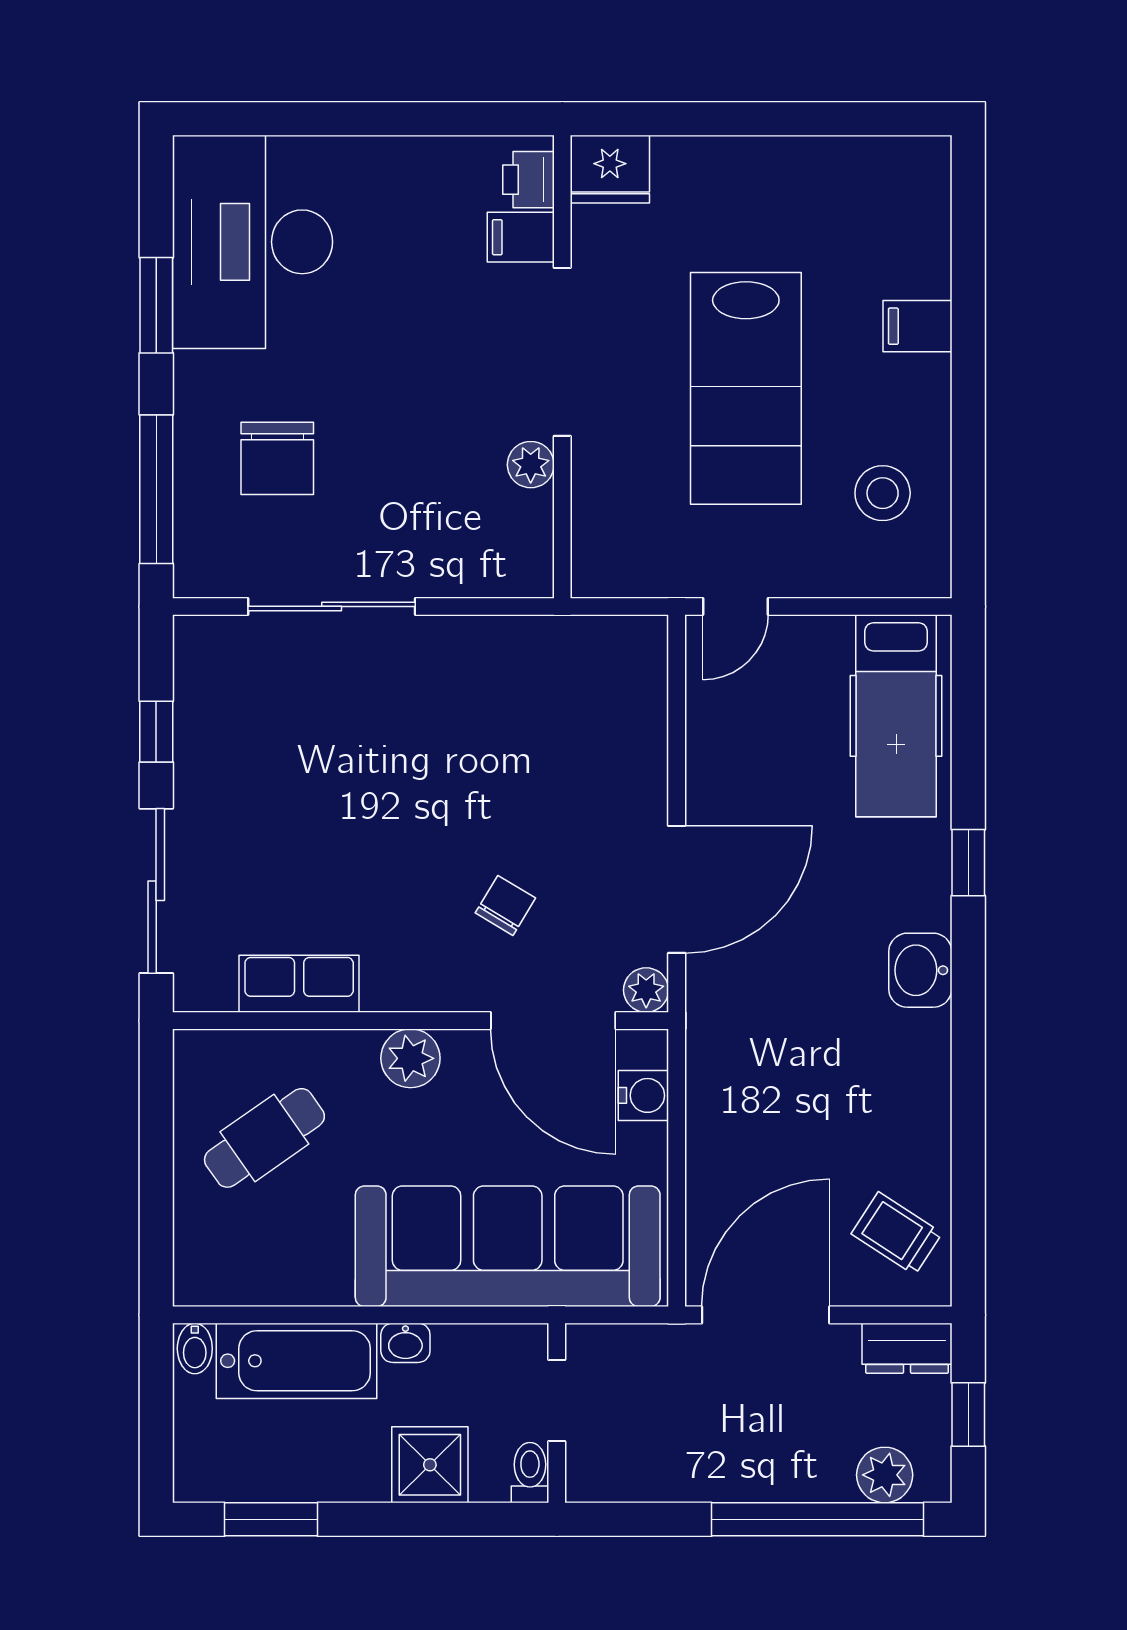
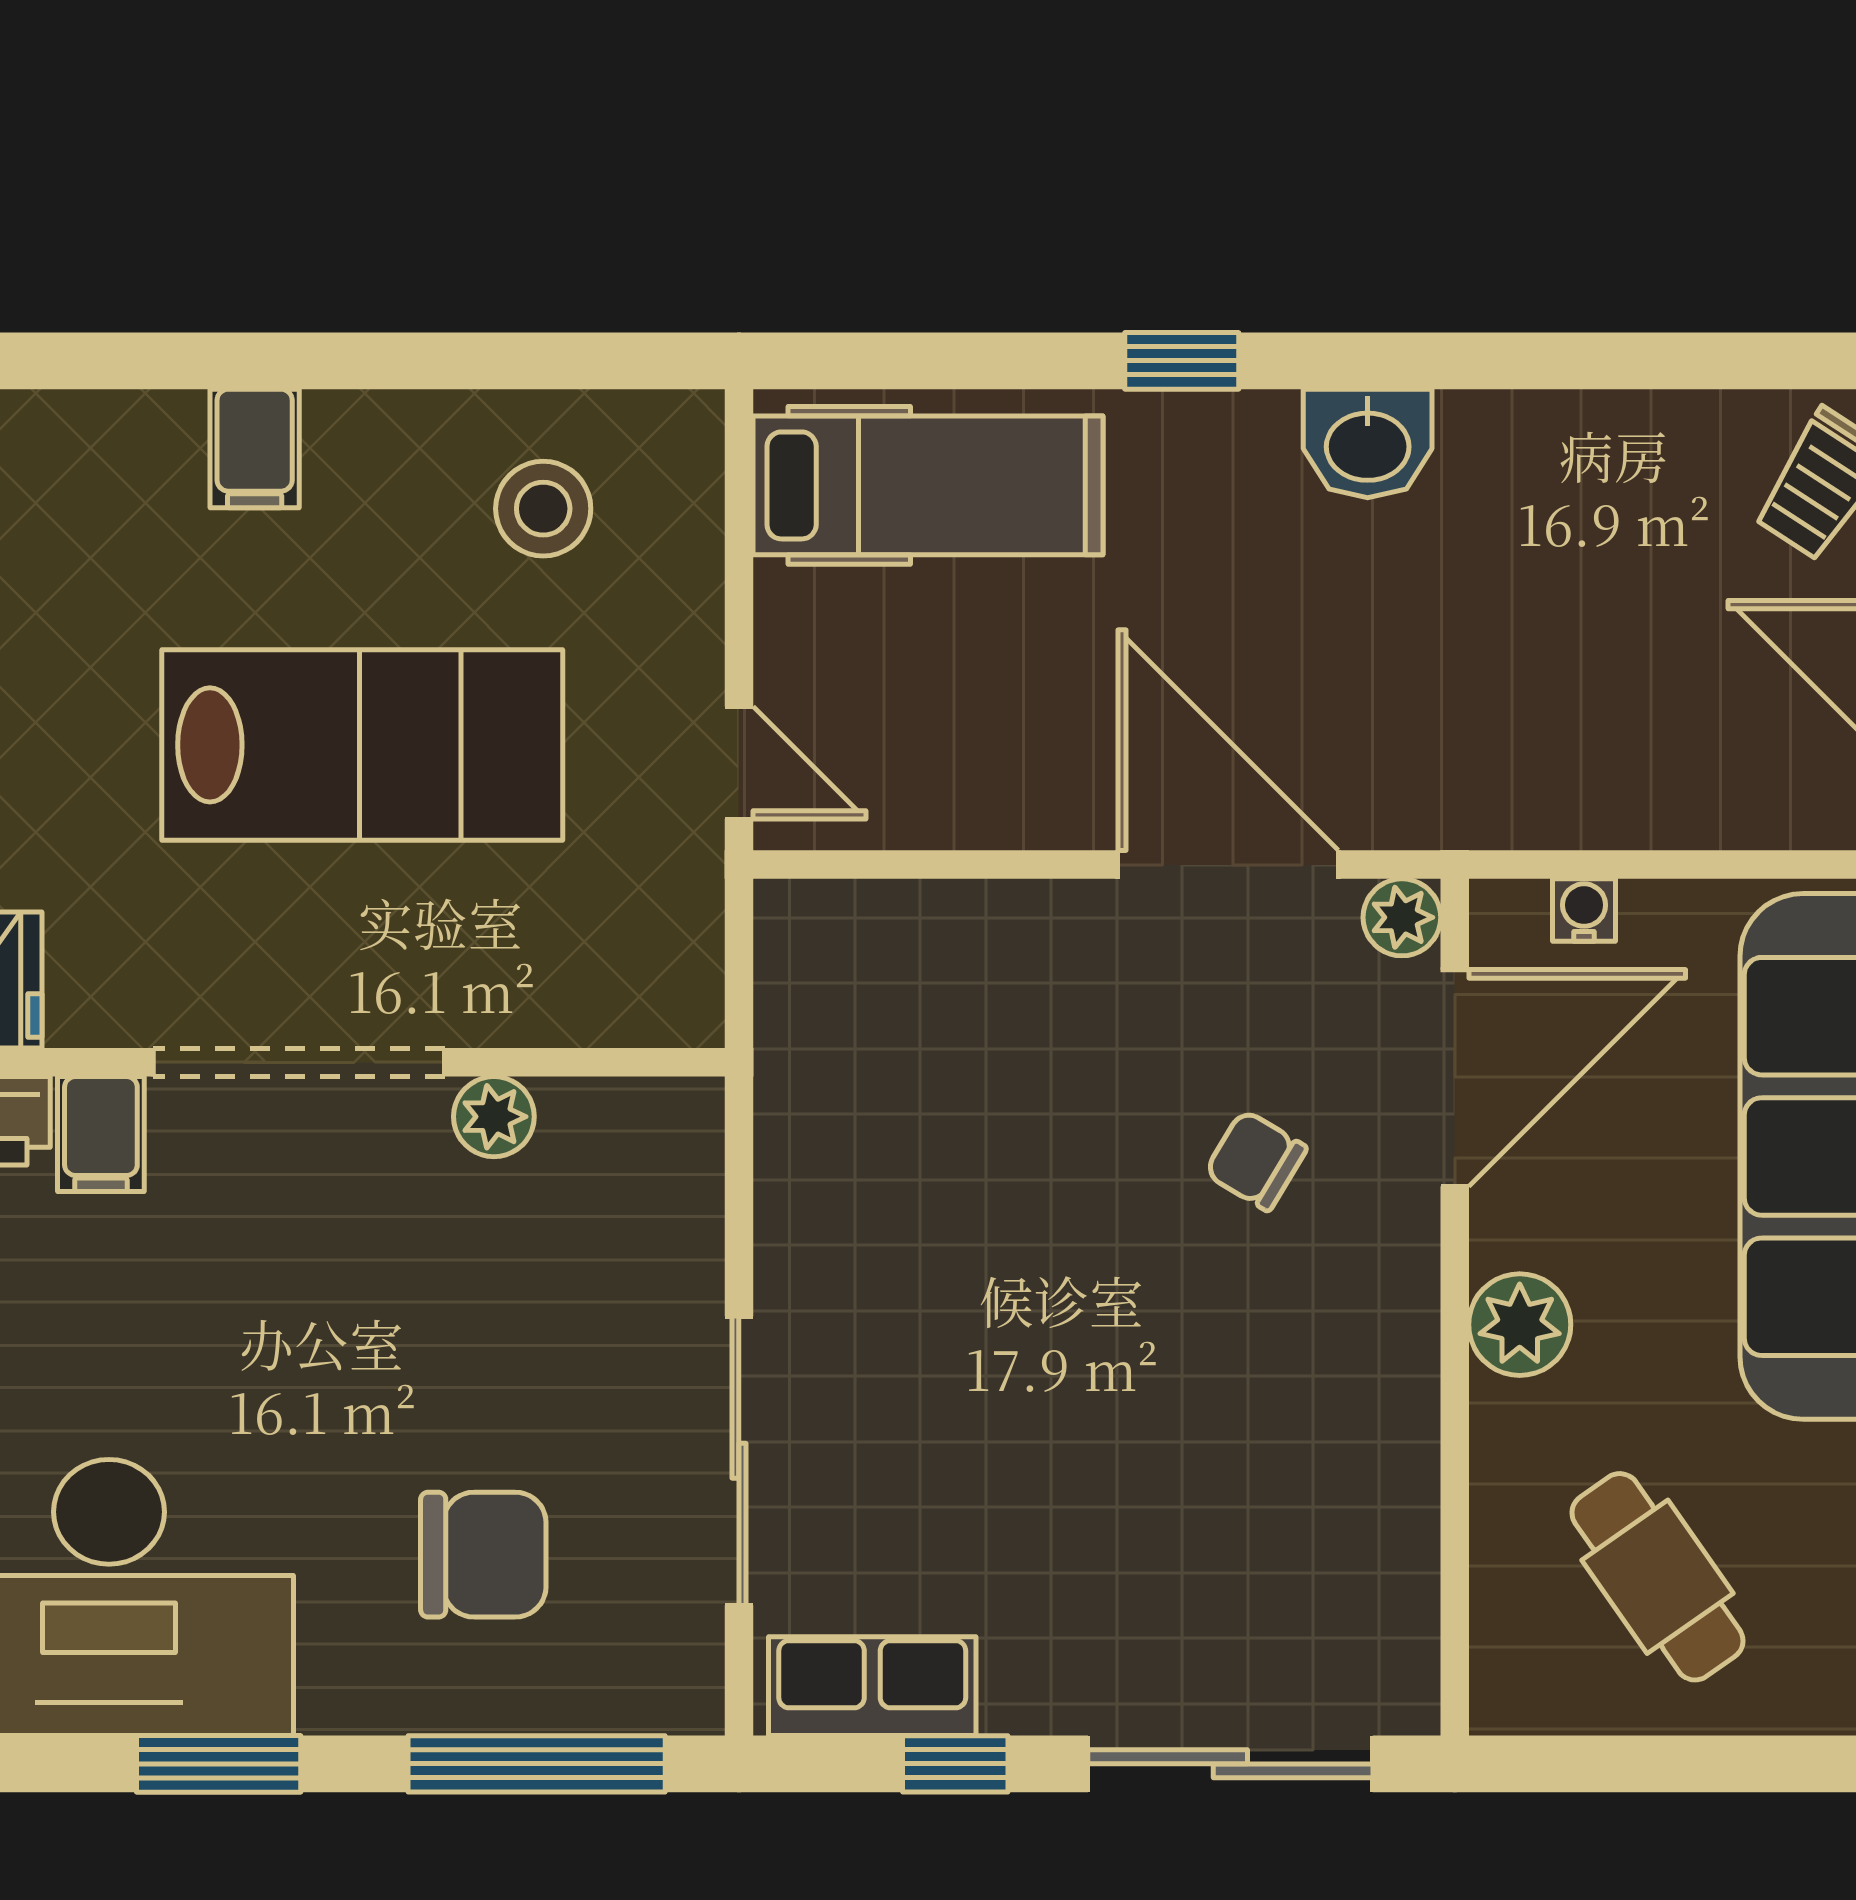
row of seats: (299, 984) -> (872, 1686), moved, turned 90
water cooler: (643, 1095) -> (1584, 910), width x0.72, depth x0.72

